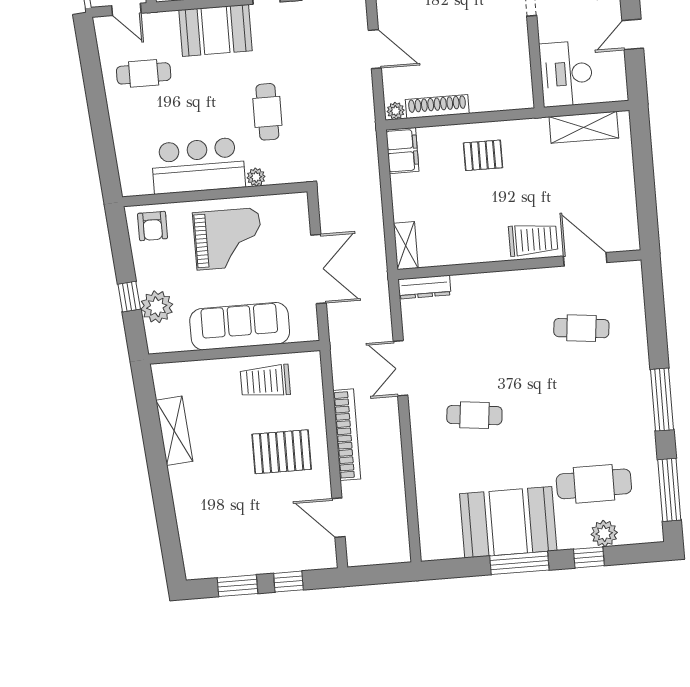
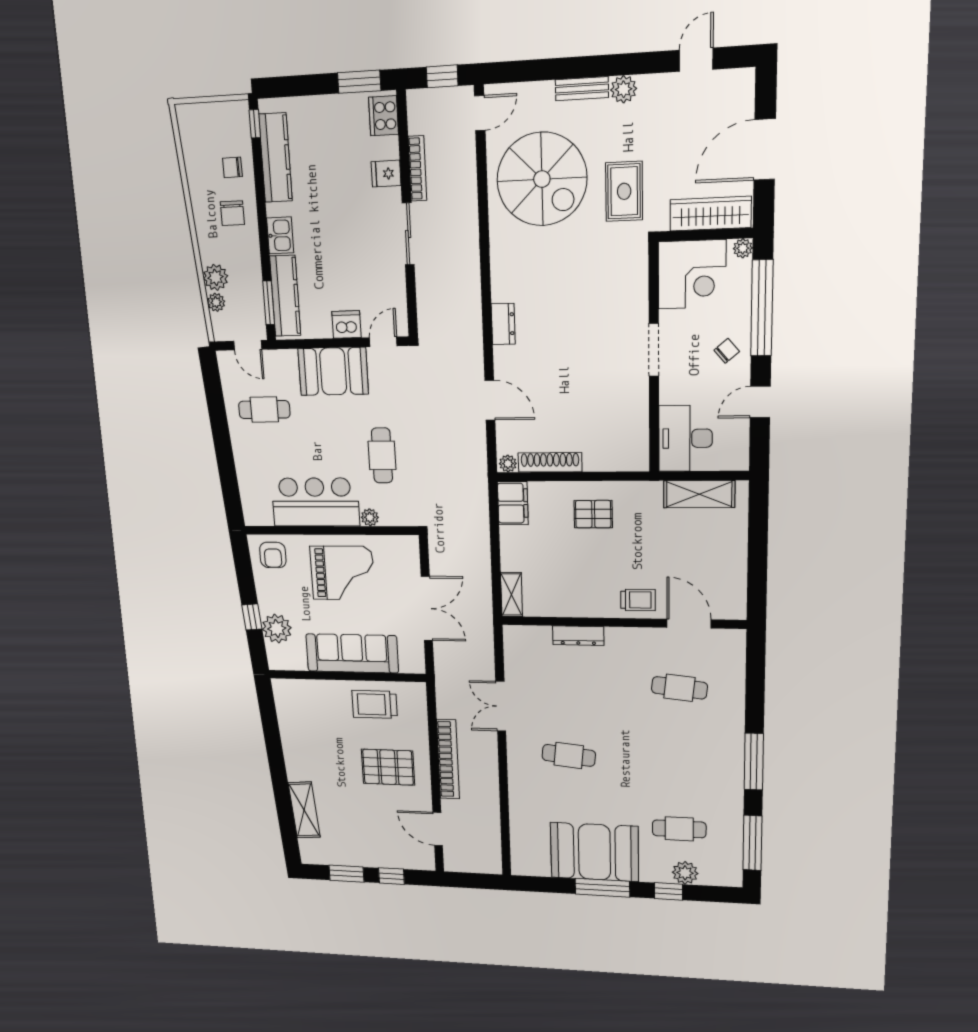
trolley: (533, 240) -> (638, 600), width x0.73, depth x0.72
dresser: (424, 287) -> (578, 636), moved
shelving: (174, 431) -> (304, 810), moved
cafe table: (594, 484) -> (679, 829), width x0.73, depth x0.74

